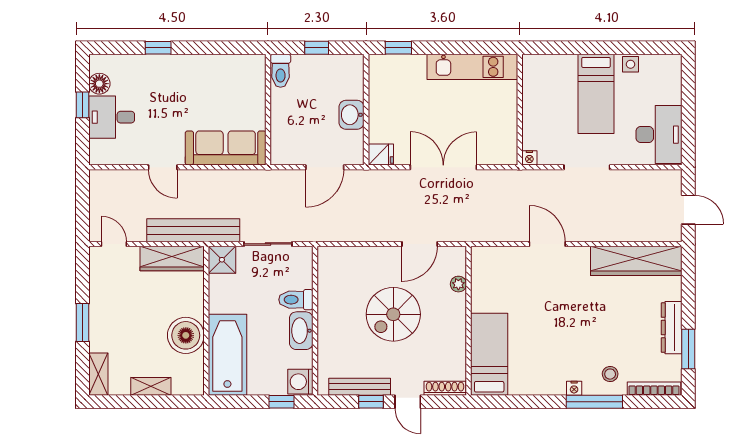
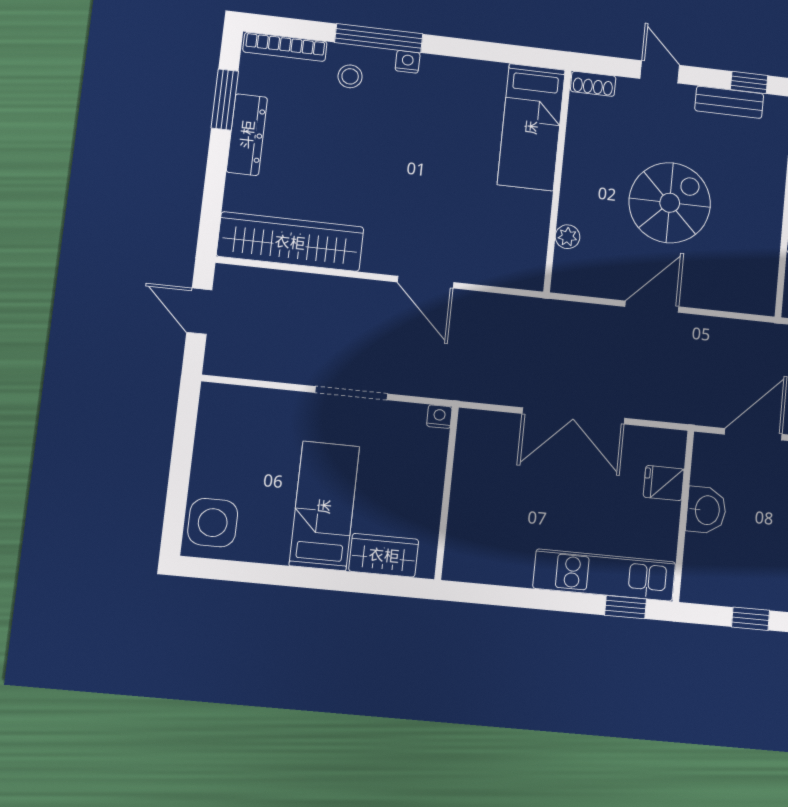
side table: (631, 64) -> (213, 523), moved, width x1.87, depth x1.87
wardrobe: (555, 66) -> (384, 555), added
kitchen unit: (472, 67) -> (604, 575), moved
desk: (659, 135) -> (232, 432), removed
fridge: (381, 155) -> (664, 483), moved
door: (420, 244) -> (652, 307), moved
bench: (360, 387) -> (729, 102), width x0.73
shoe rack: (445, 388) -> (593, 84), width x0.70
window: (371, 402) -> (749, 83), moved

